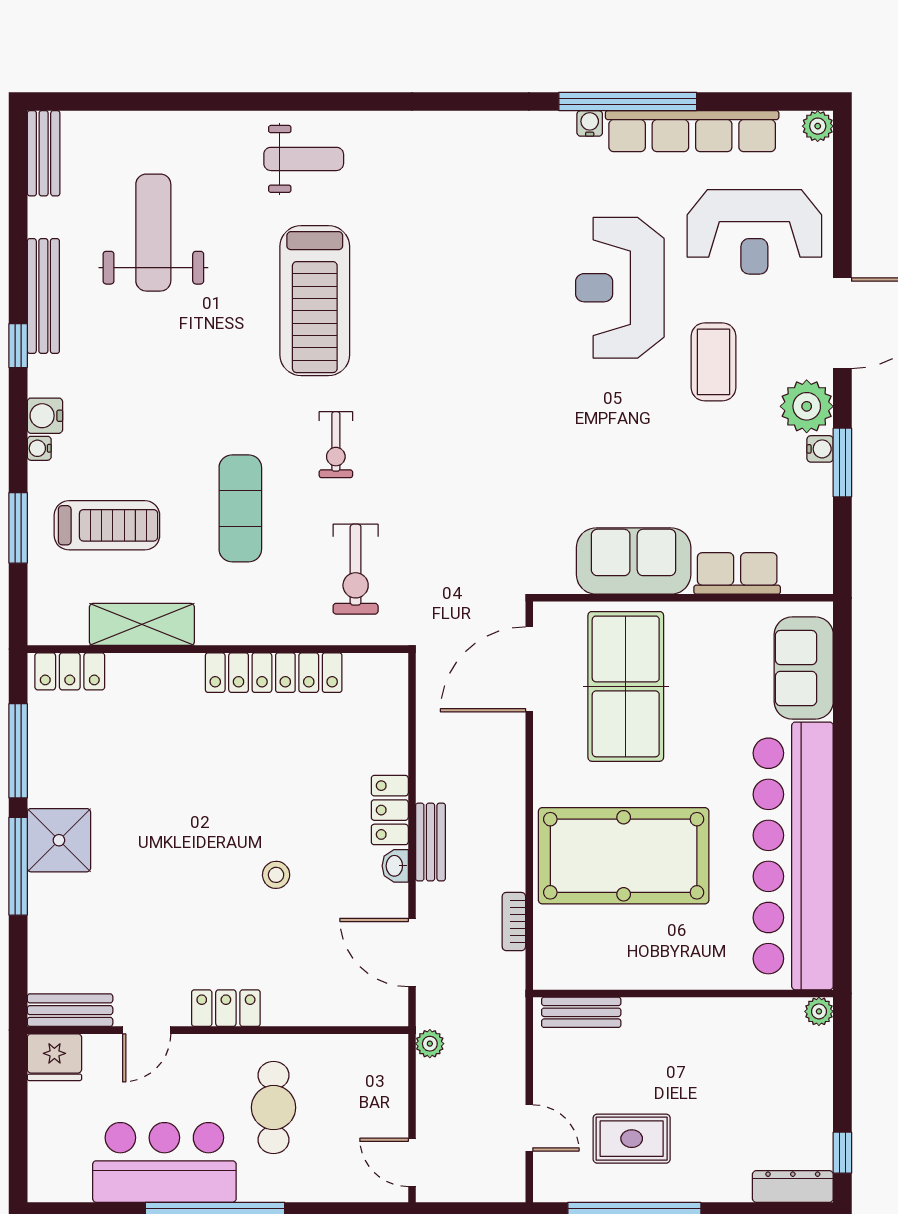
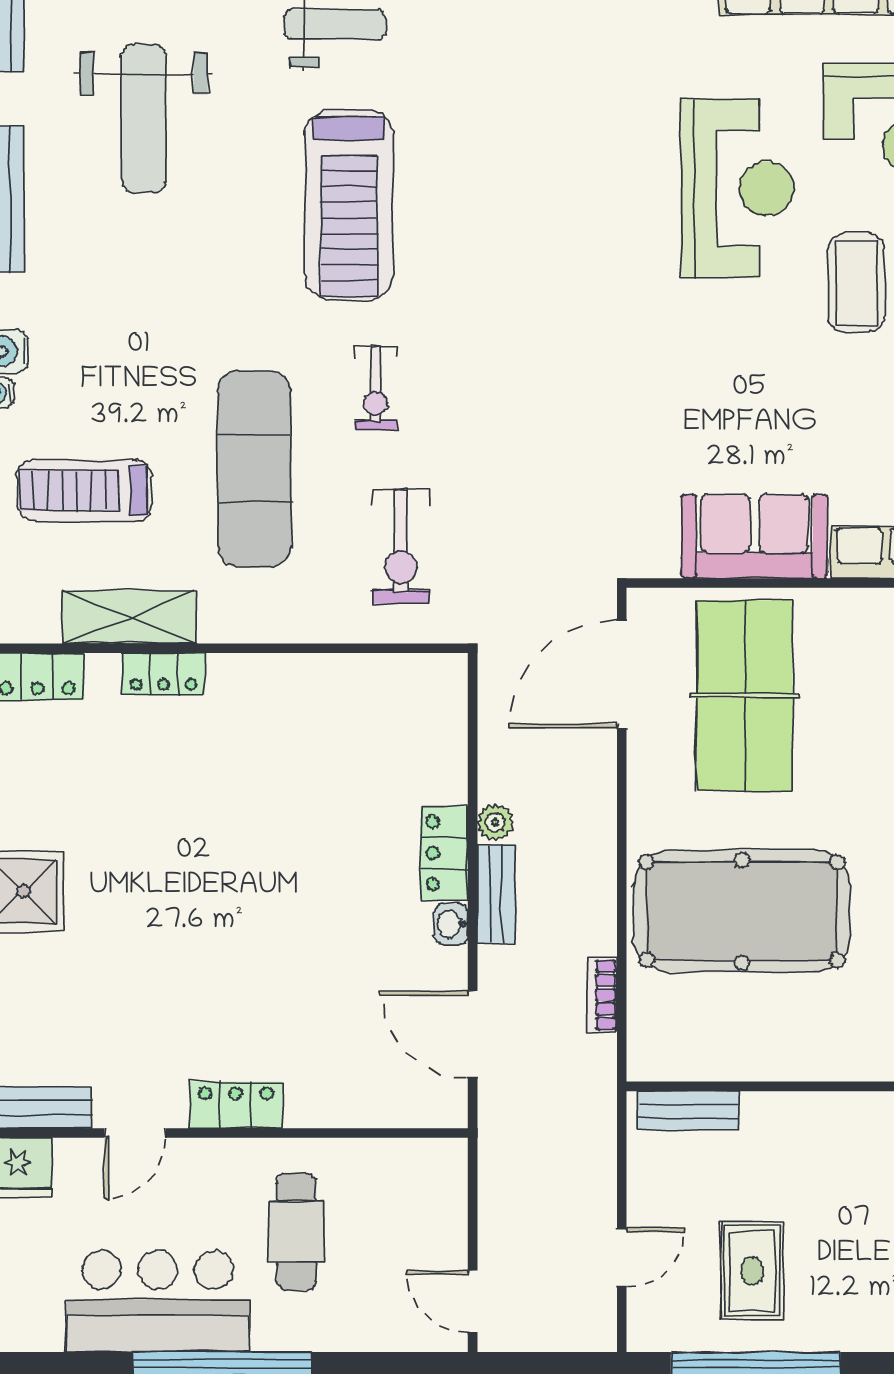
weight bench: (153, 233) -> (144, 118), turned 180
reception desk: (620, 288) -> (737, 188), turned 180
exercise mat: (240, 508) -> (254, 469), width x1.36, depth x1.45
treadmill: (107, 525) -> (85, 491), turned 180
locker: (274, 673) -> (164, 674), moved, width x0.46, depth x0.83
stool: (276, 875) -> (300, 935), removed
plant: (430, 1044) -> (495, 822), moved
door: (529, 1128) -> (622, 1258), hinge flipped
rug: (632, 1139) -> (752, 1271), turned 90

